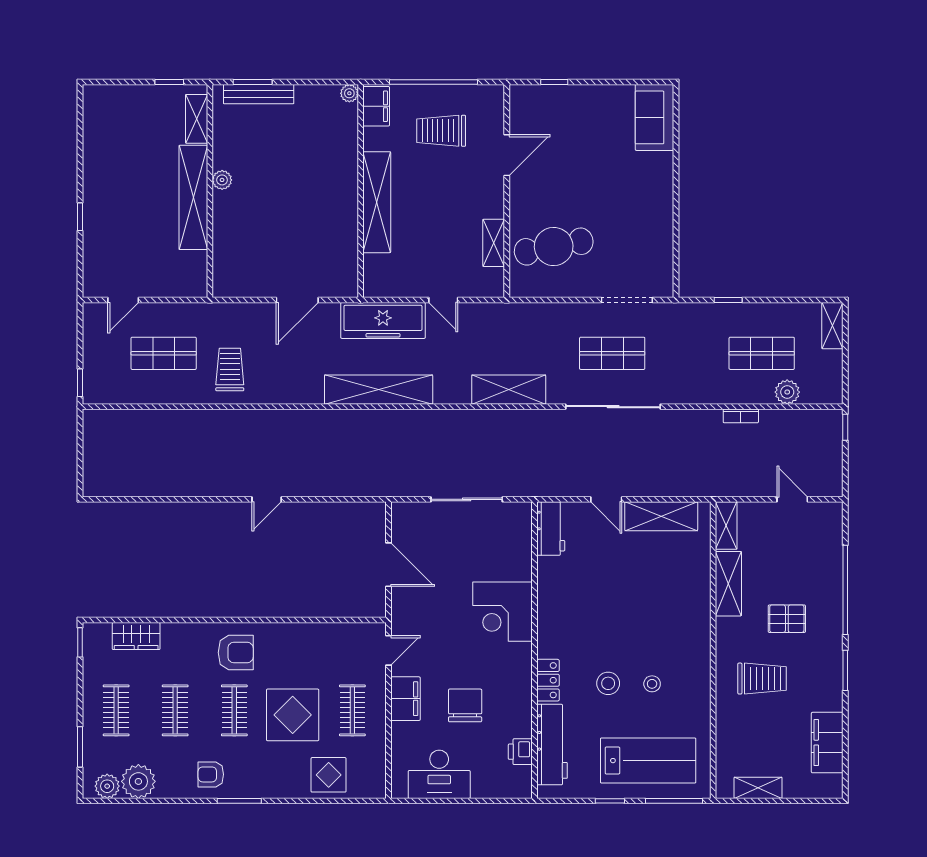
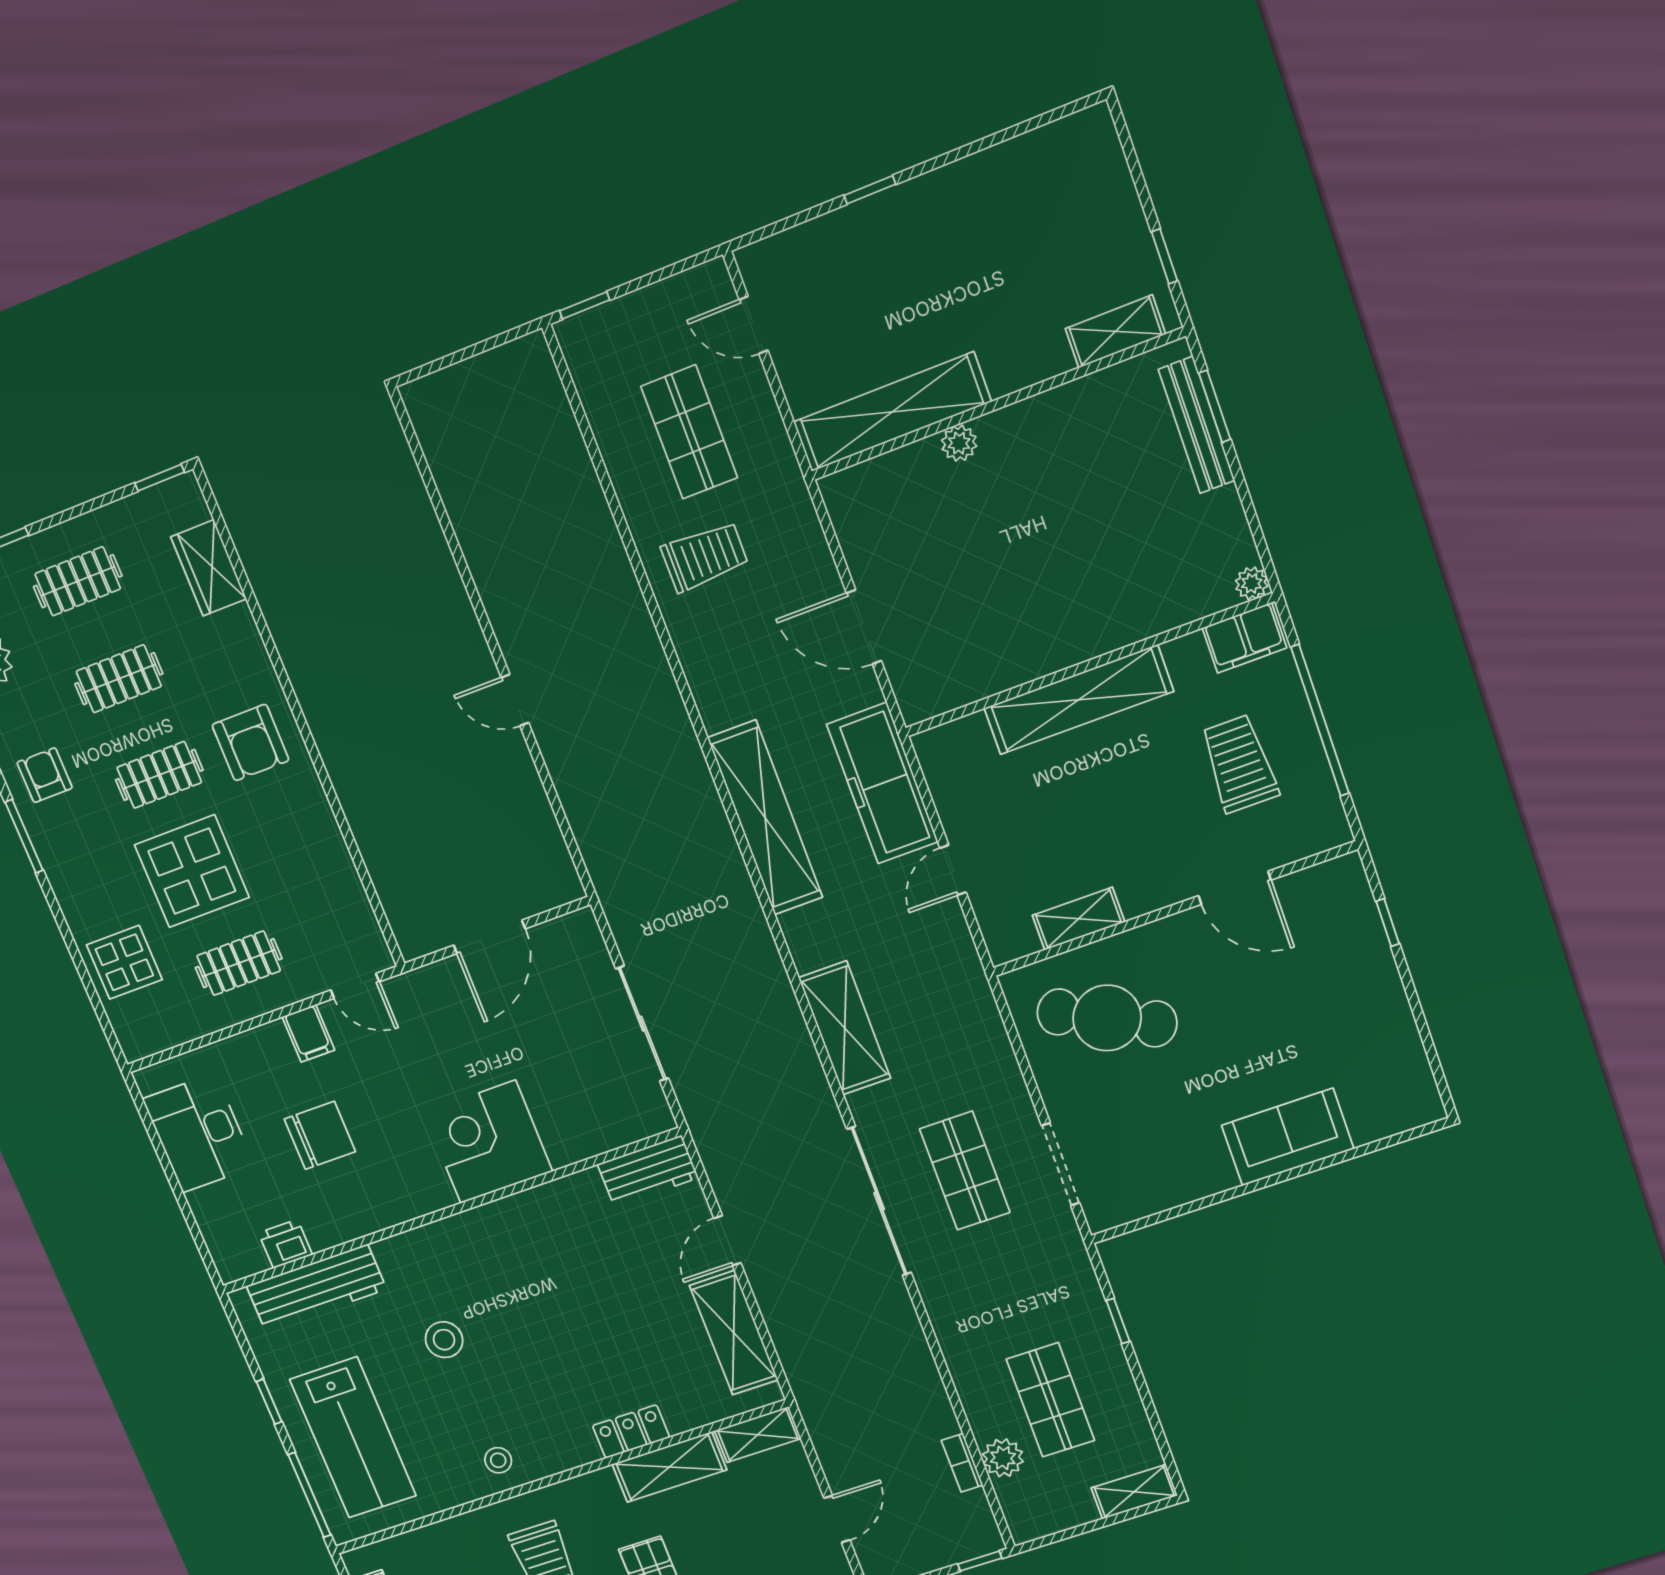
sofa: (655, 117) -> (1288, 1137), moved
plant: (222, 180) -> (959, 443), moved
shelving: (193, 197) -> (892, 412), moved
cafe table: (554, 247) -> (1107, 1018), turned -52
bookcase: (741, 416) -> (962, 1463), moved
locker: (548, 680) -> (631, 1432), moved, turned 180
stool: (652, 684) -> (498, 1460), moved
filing cabinet: (405, 699) -> (308, 1033), width x0.50

